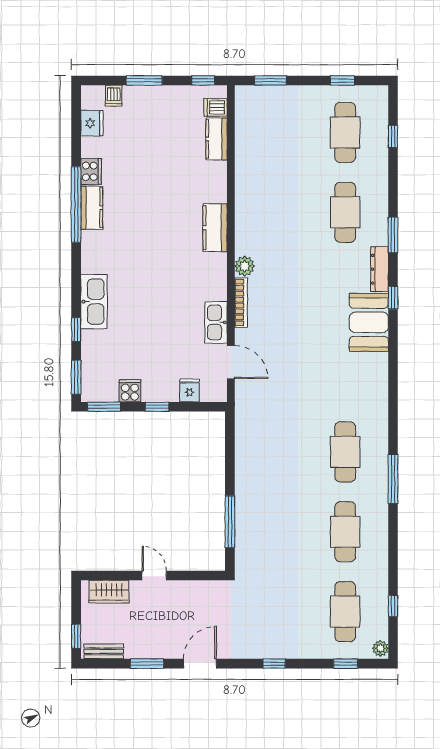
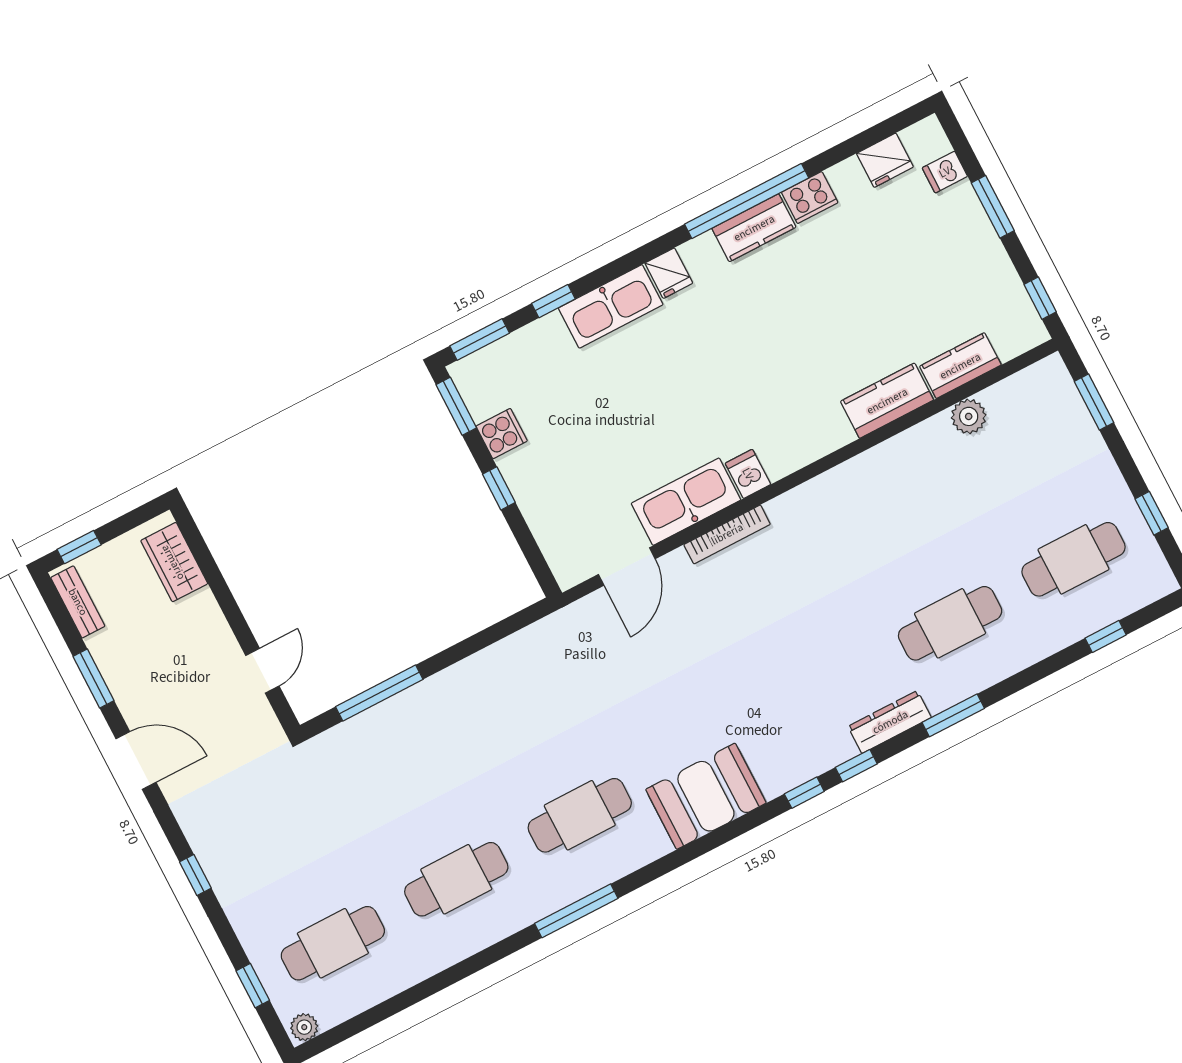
dishwasher: (216, 107) -> (748, 474), moved
kitchen counter: (215, 228) -> (887, 401), moved
plant: (245, 266) -> (969, 416), moved
kitchen sink: (216, 322) -> (686, 502), width x1.36, depth x1.24
booth: (369, 322) -> (706, 796), moved
fridge: (189, 391) -> (669, 273), moved, turned 90
door: (154, 575) -> (262, 671), moved
window: (393, 606) -> (804, 793), moved

